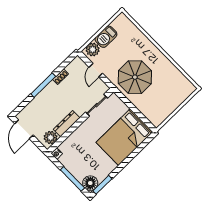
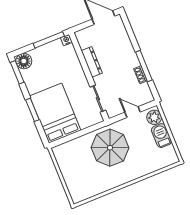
window: (43, 85) -> (144, 66), moved
plant: (51, 138) -> (85, 40), removed
window: (130, 158) -> (32, 110), added
window: (72, 179) -> (49, 40), moved

